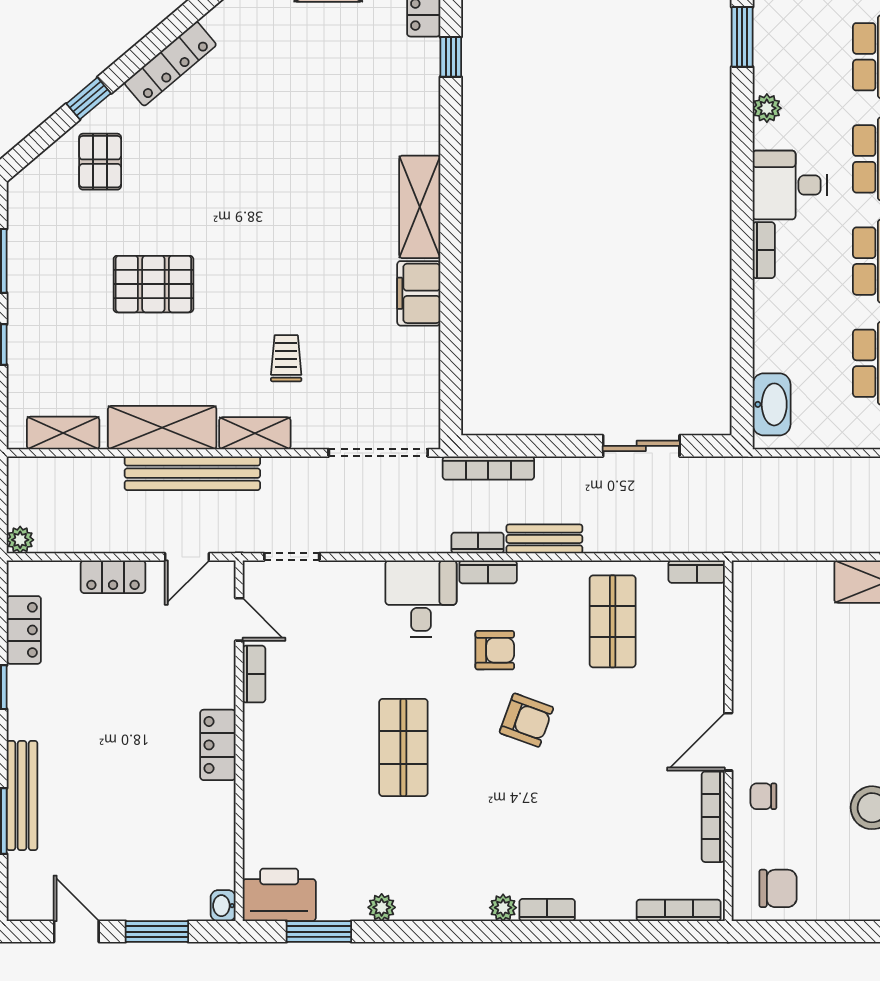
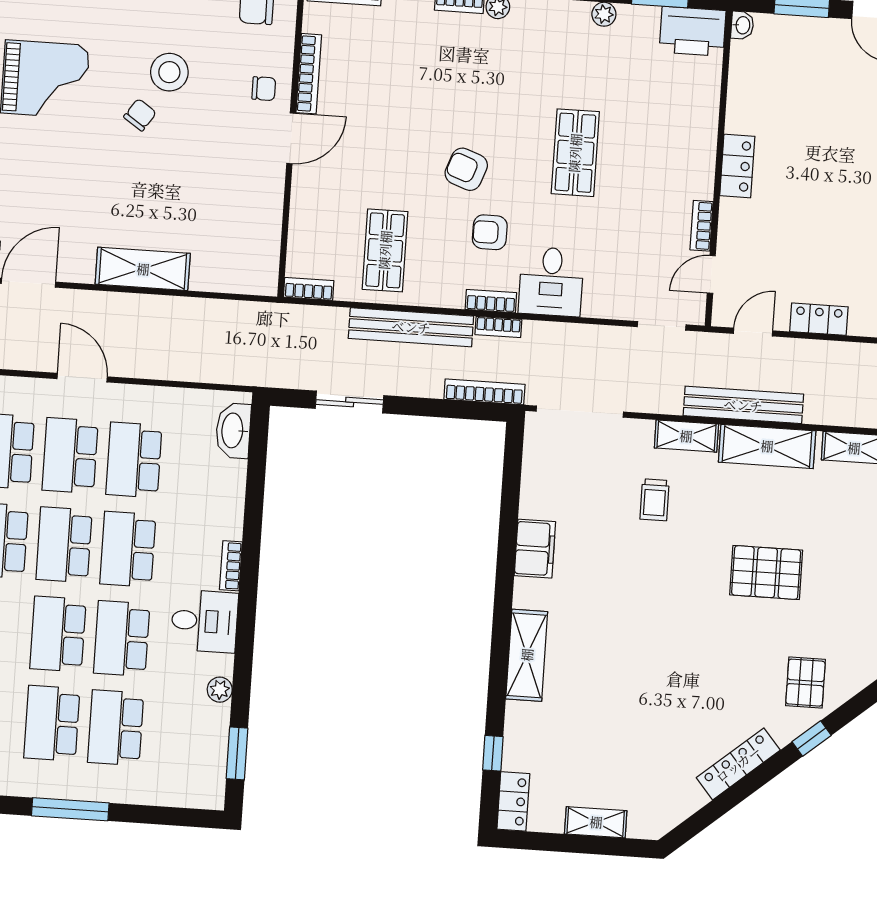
shelving: (420, 207) -> (527, 655), moved
bench: (544, 539) -> (411, 327), width x1.86, depth x1.21
door: (239, 619) -> (711, 274), hinge flipped

